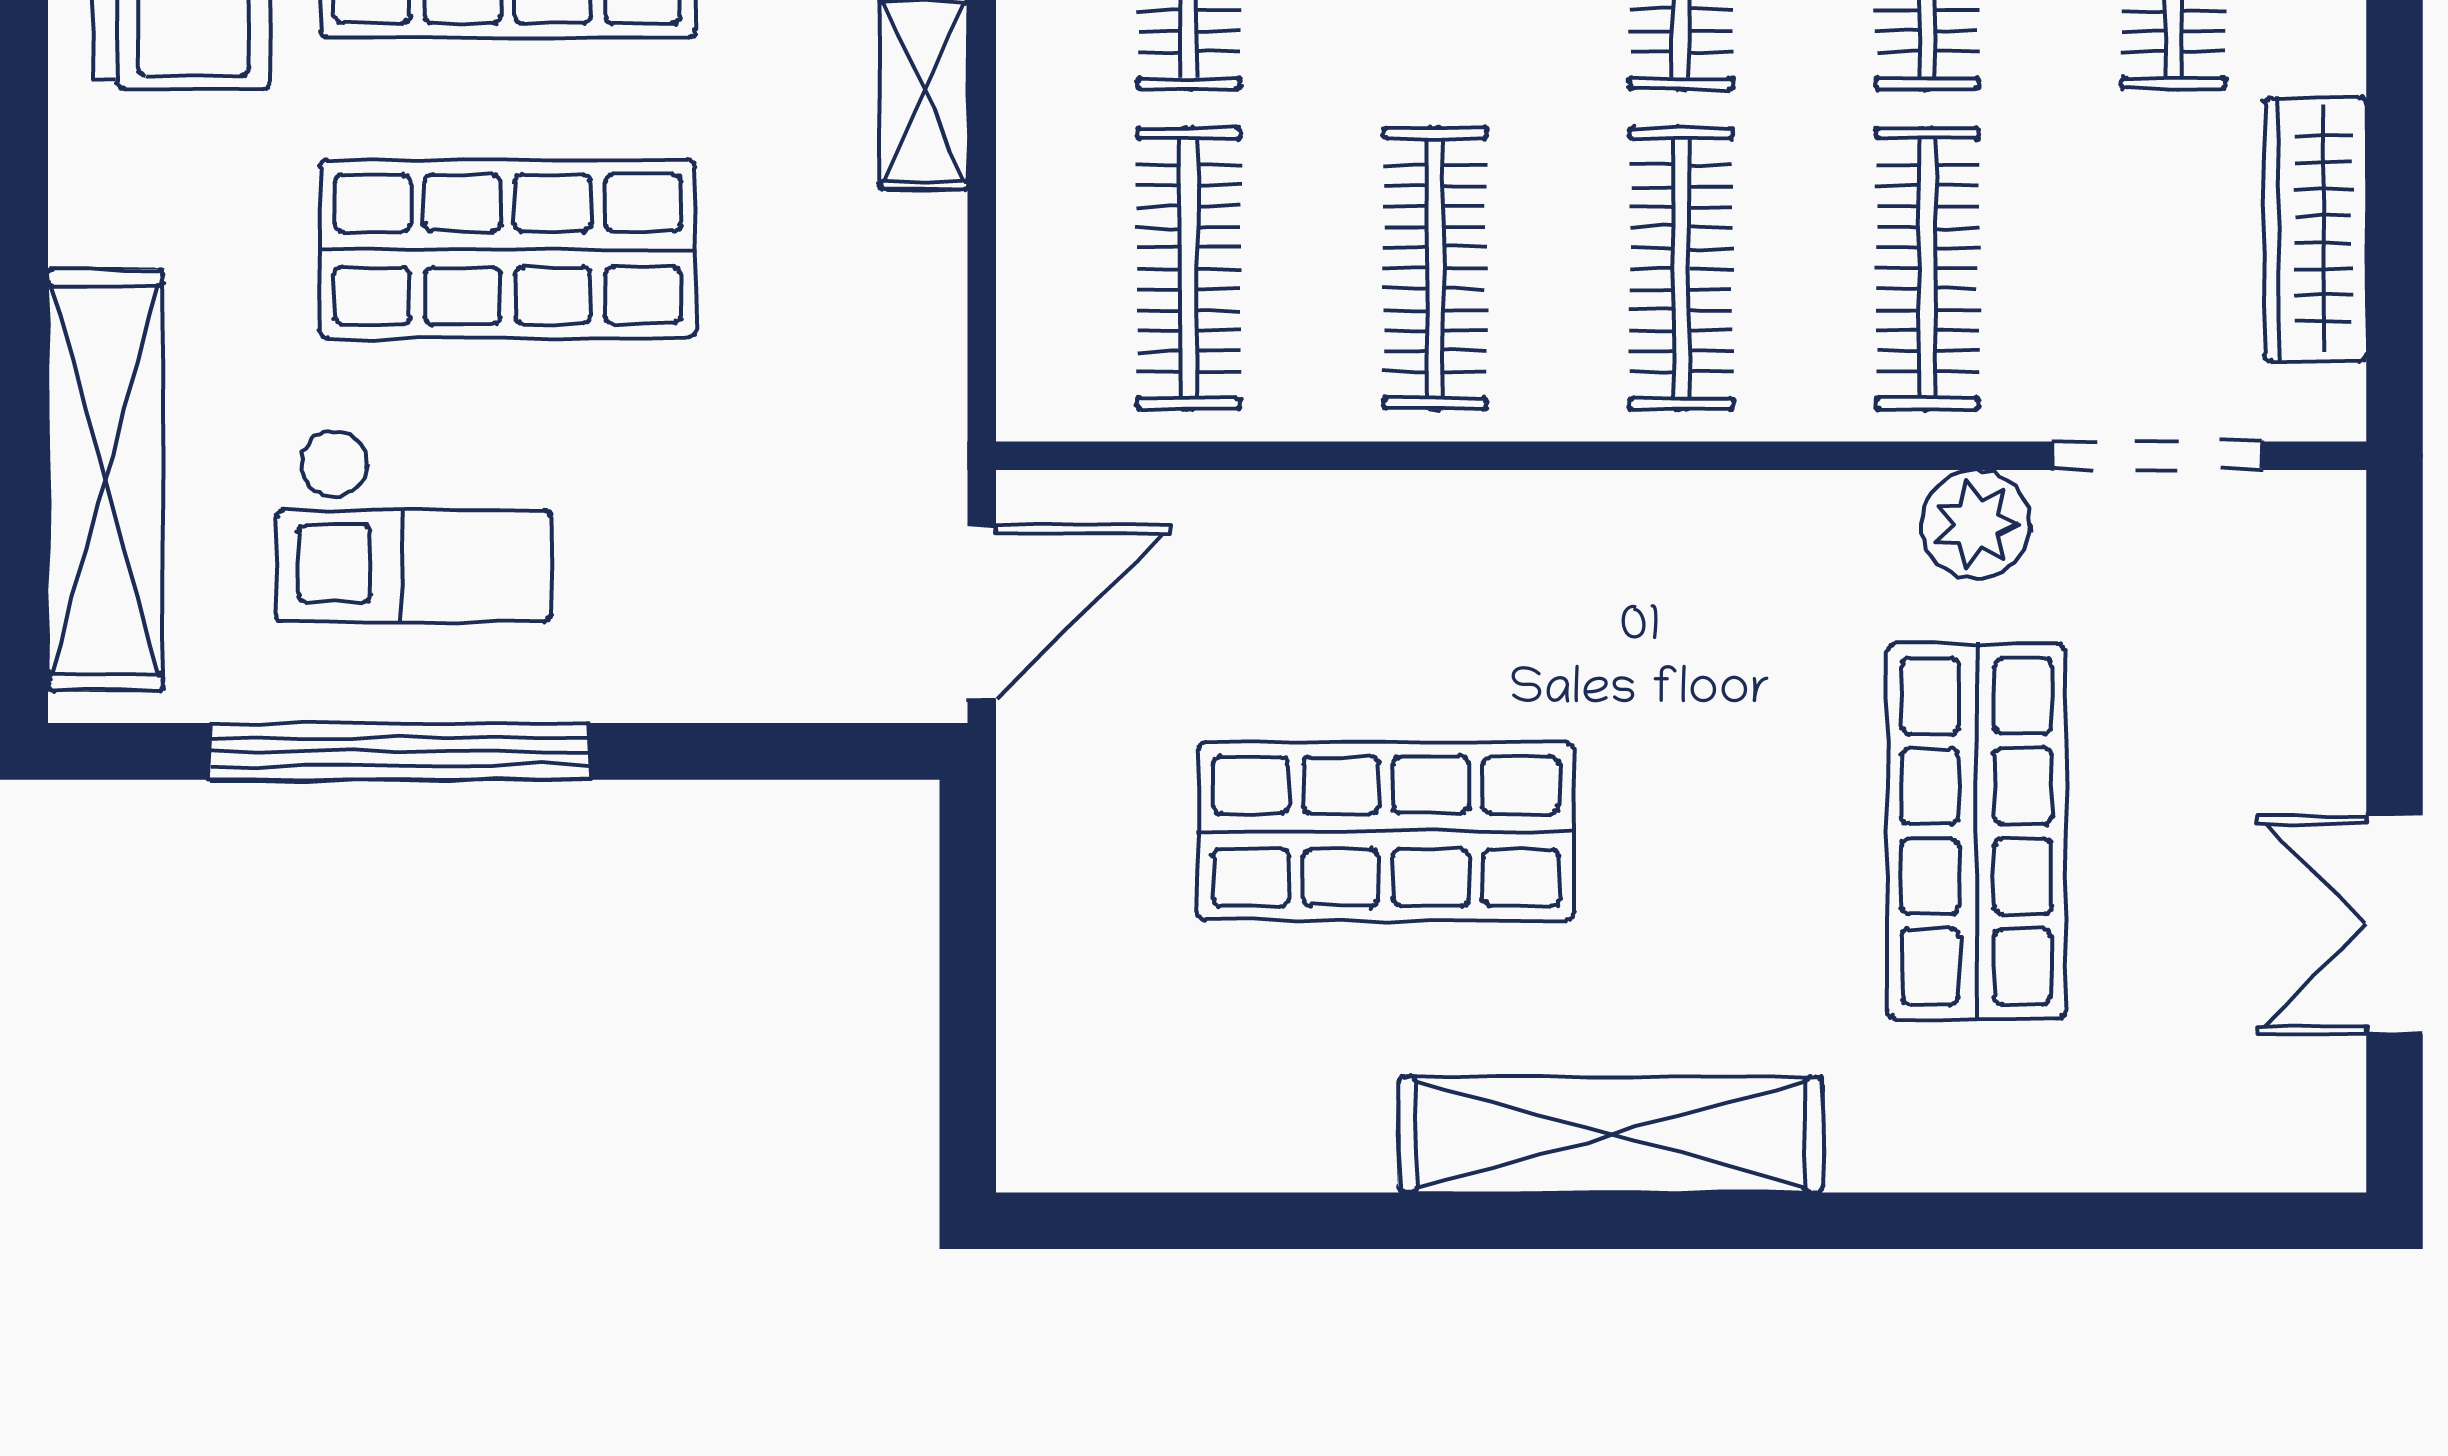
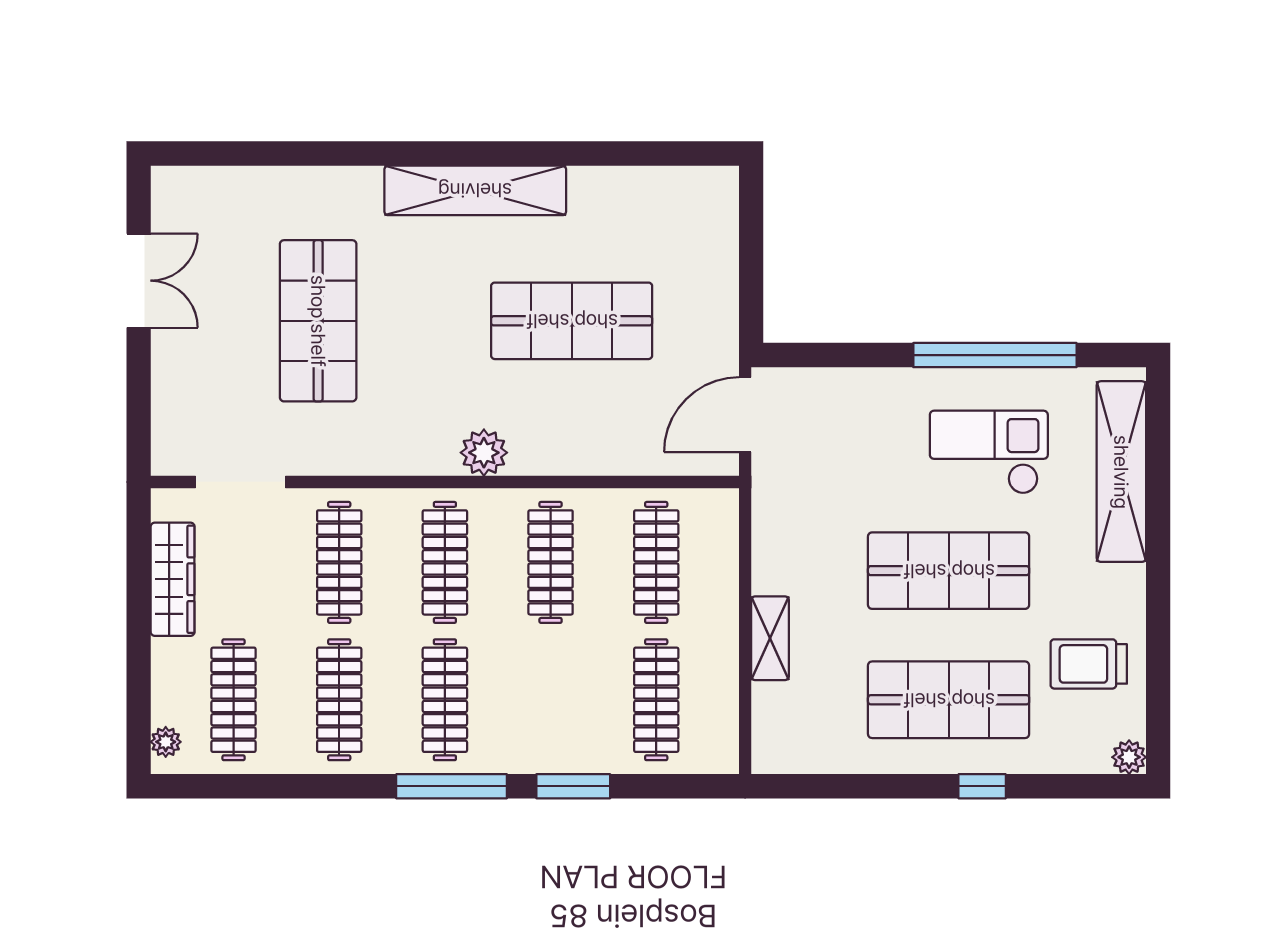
plant: (1976, 524) -> (484, 453), moved

